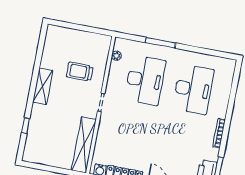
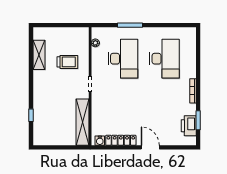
trolley: (80, 72) -> (67, 62), turned 180
shelving: (43, 86) -> (39, 55), moved

